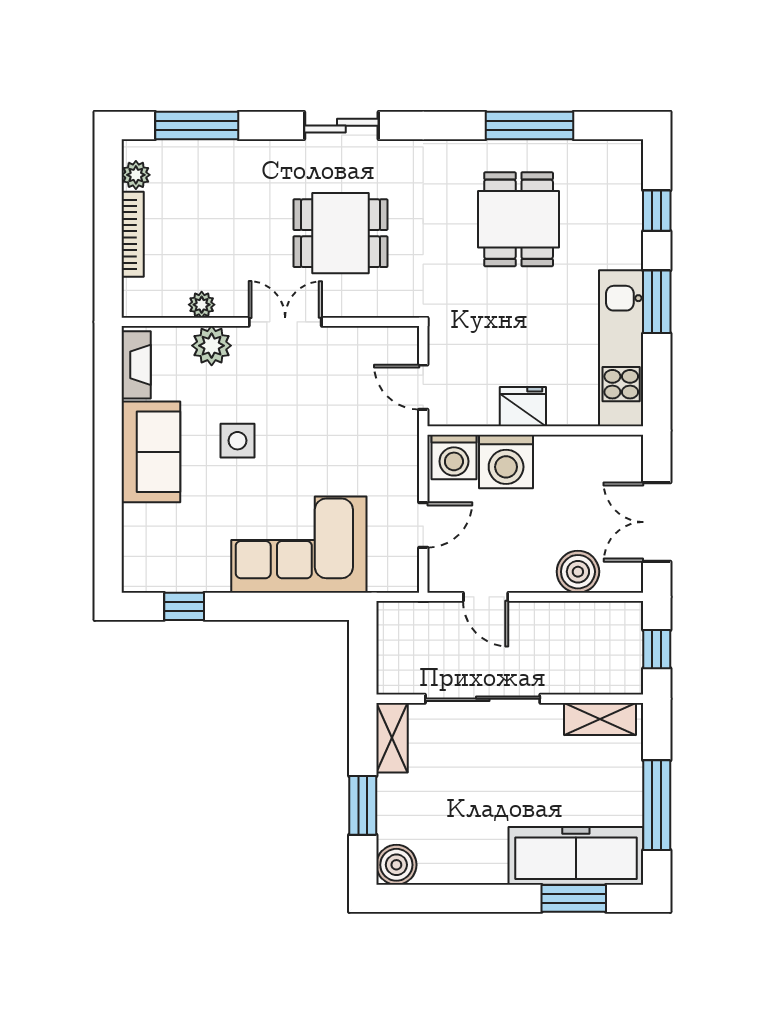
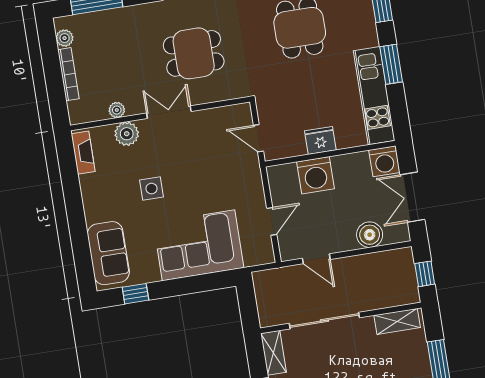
sofa: (151, 452) -> (108, 253), moved
washing machine: (454, 457) -> (384, 161), moved

